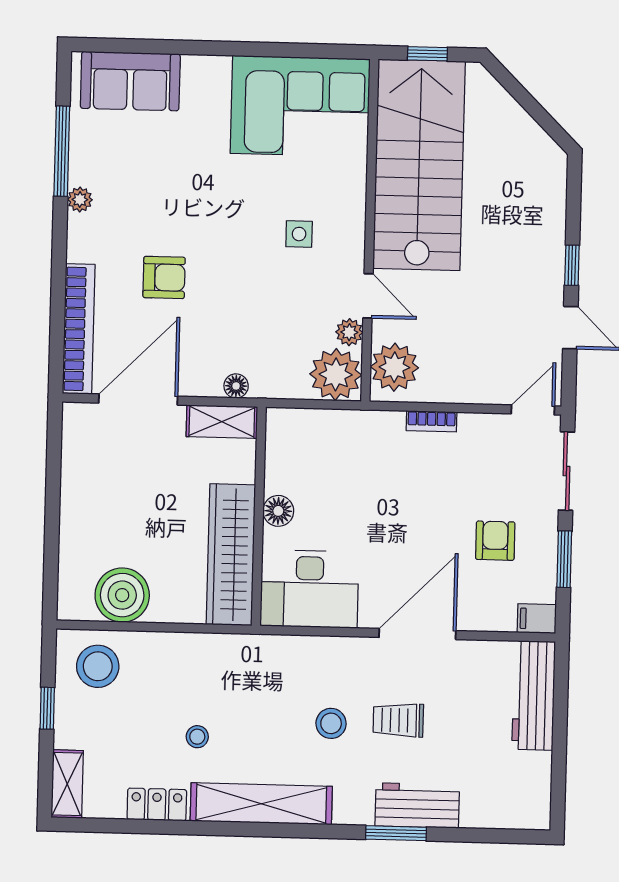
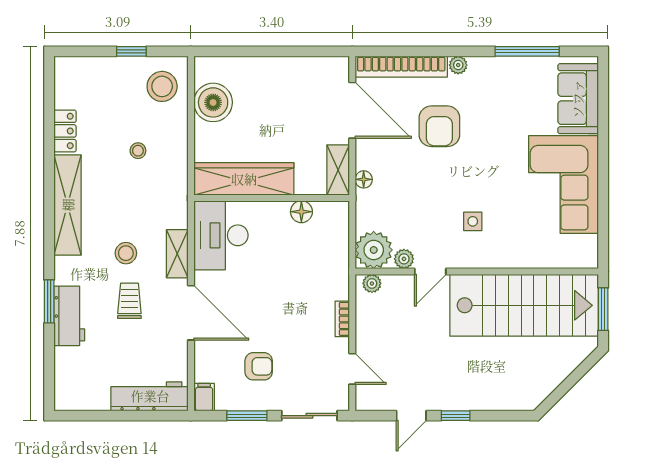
window: (427, 54) -> (603, 309), width x1.50
corner sofa: (300, 106) -> (564, 184), moved
plant: (80, 200) -> (458, 65), moved
armchair: (164, 277) -> (439, 126), width x1.38, depth x1.38
plant: (394, 367) -> (372, 283), width x0.53, depth x0.53
door: (533, 410) -> (352, 369), moved
floor lamp: (278, 511) -> (301, 212), moved
stool: (197, 737) -> (138, 151), moved
shelving: (67, 784) -> (177, 254), moved, turned 90

